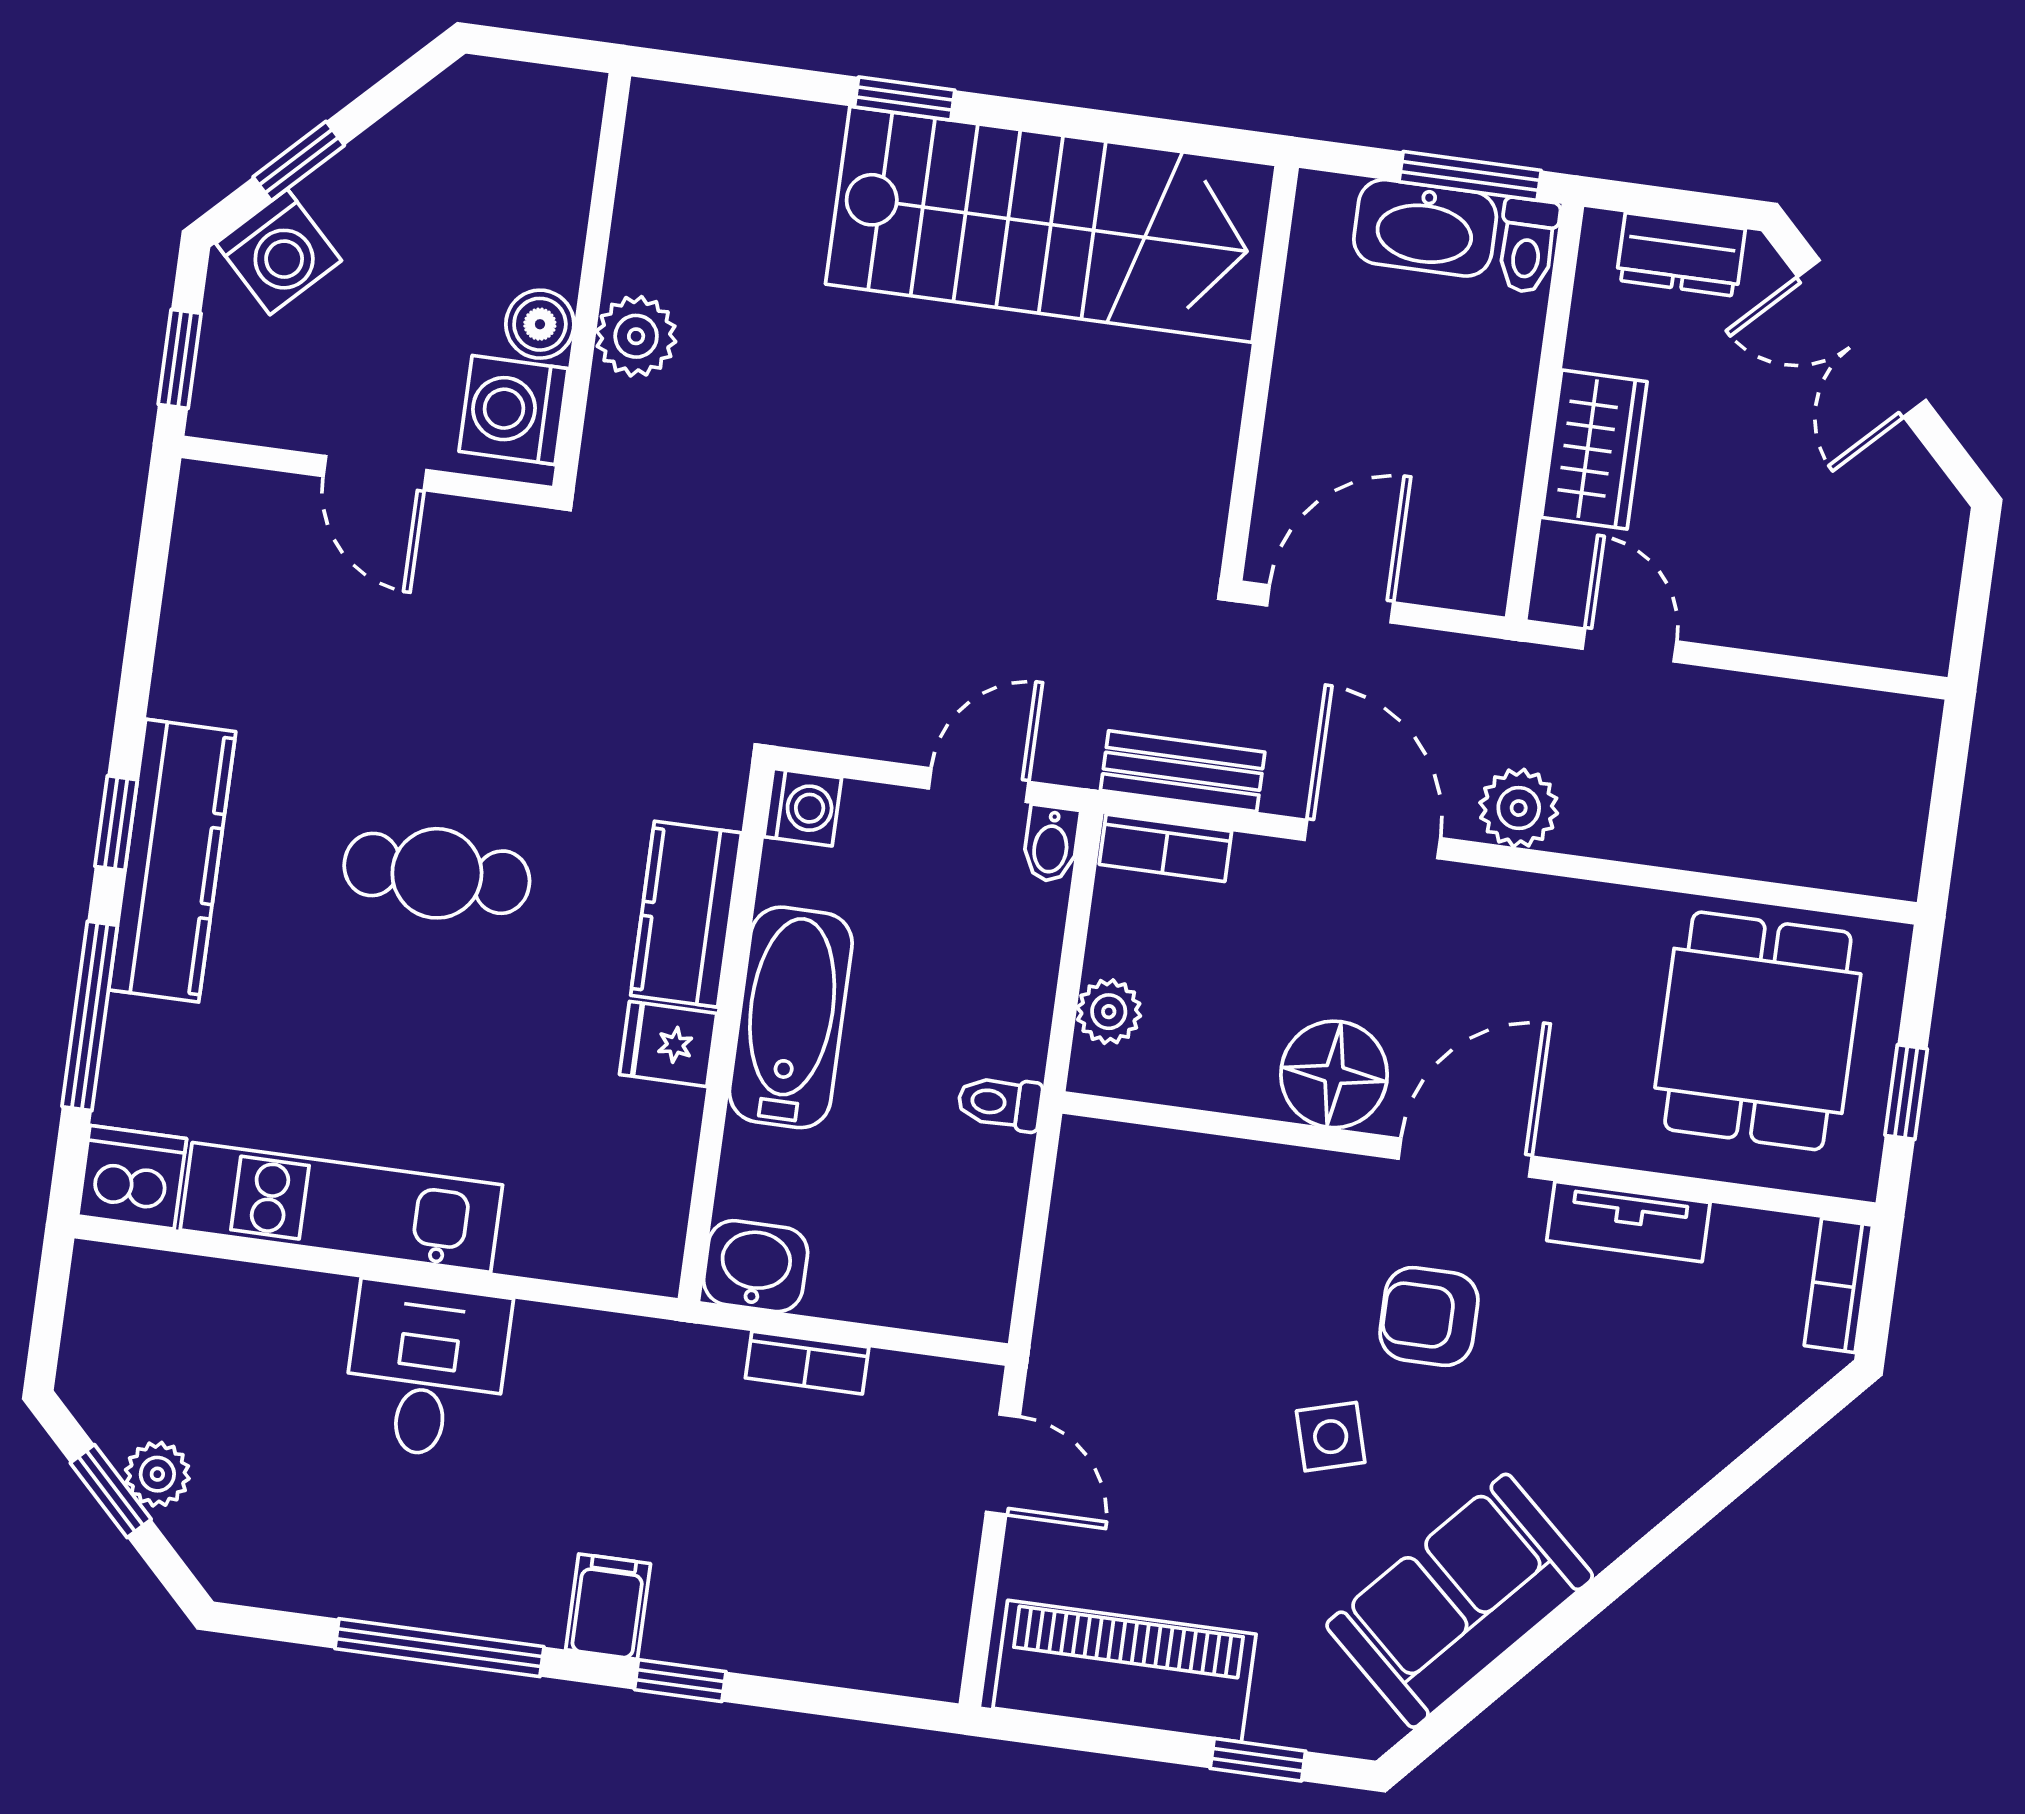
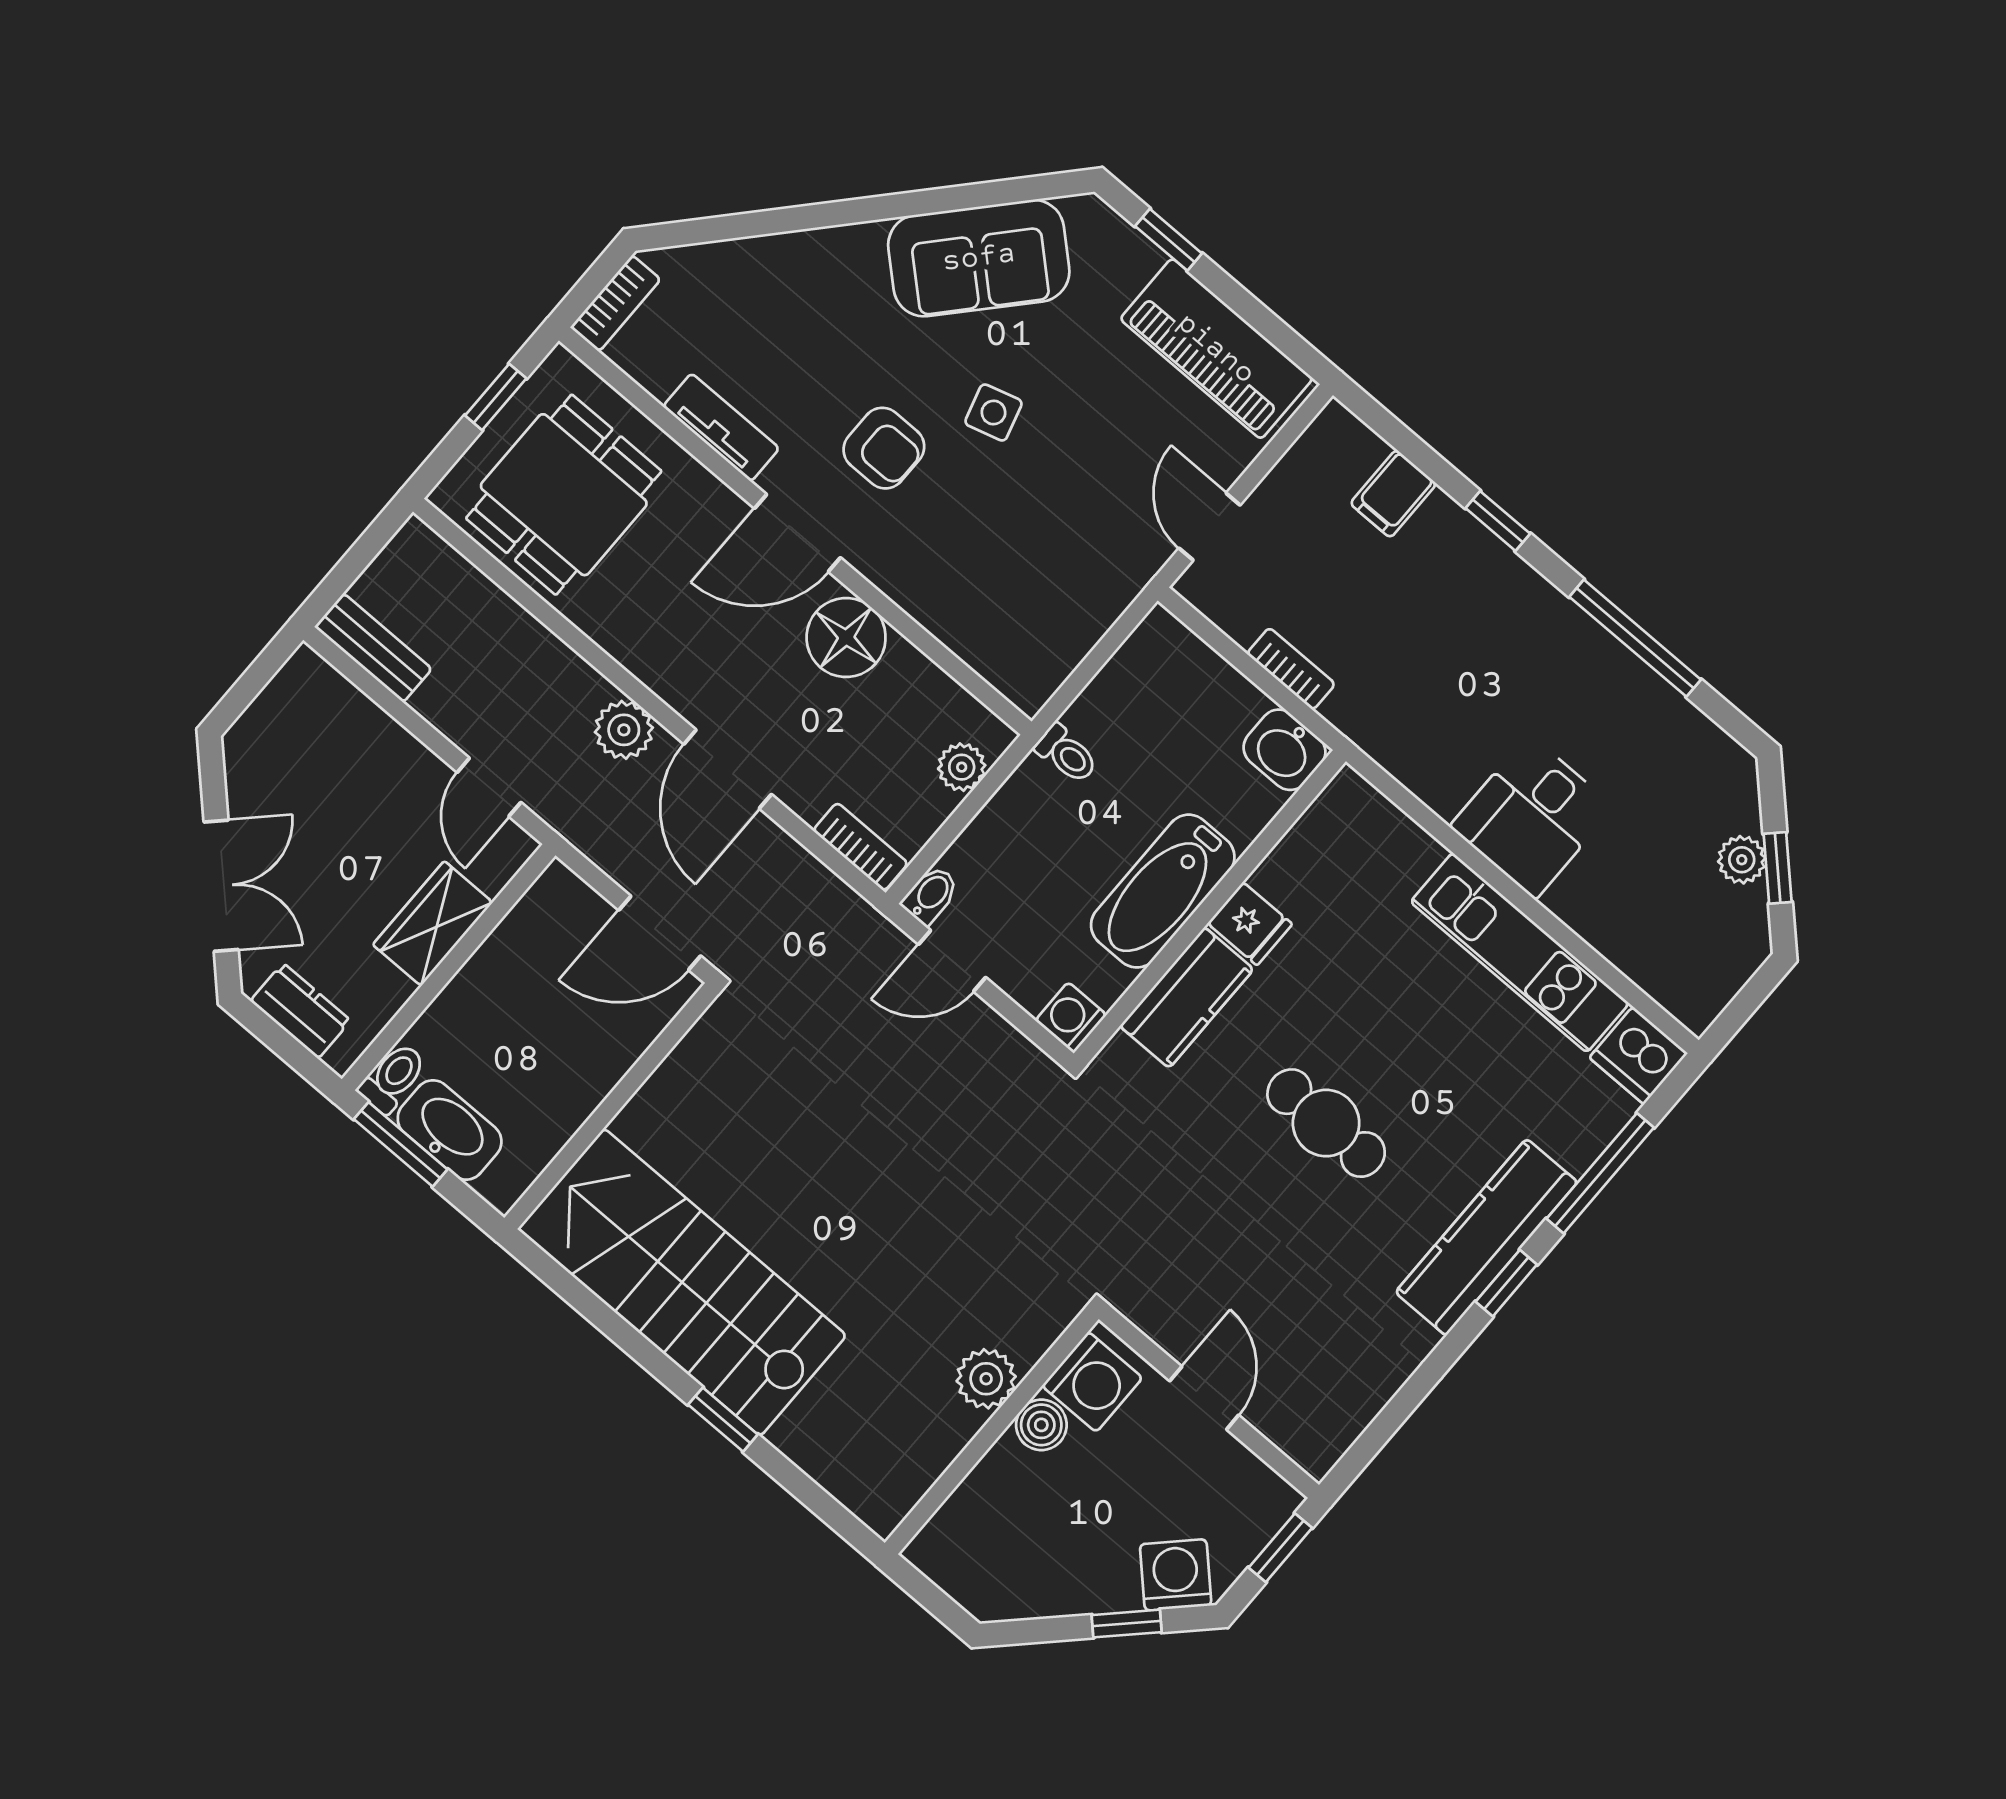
bench: (1183, 771) -> (373, 648), moved
filing cabinet: (608, 1607) -> (1393, 494), moved

